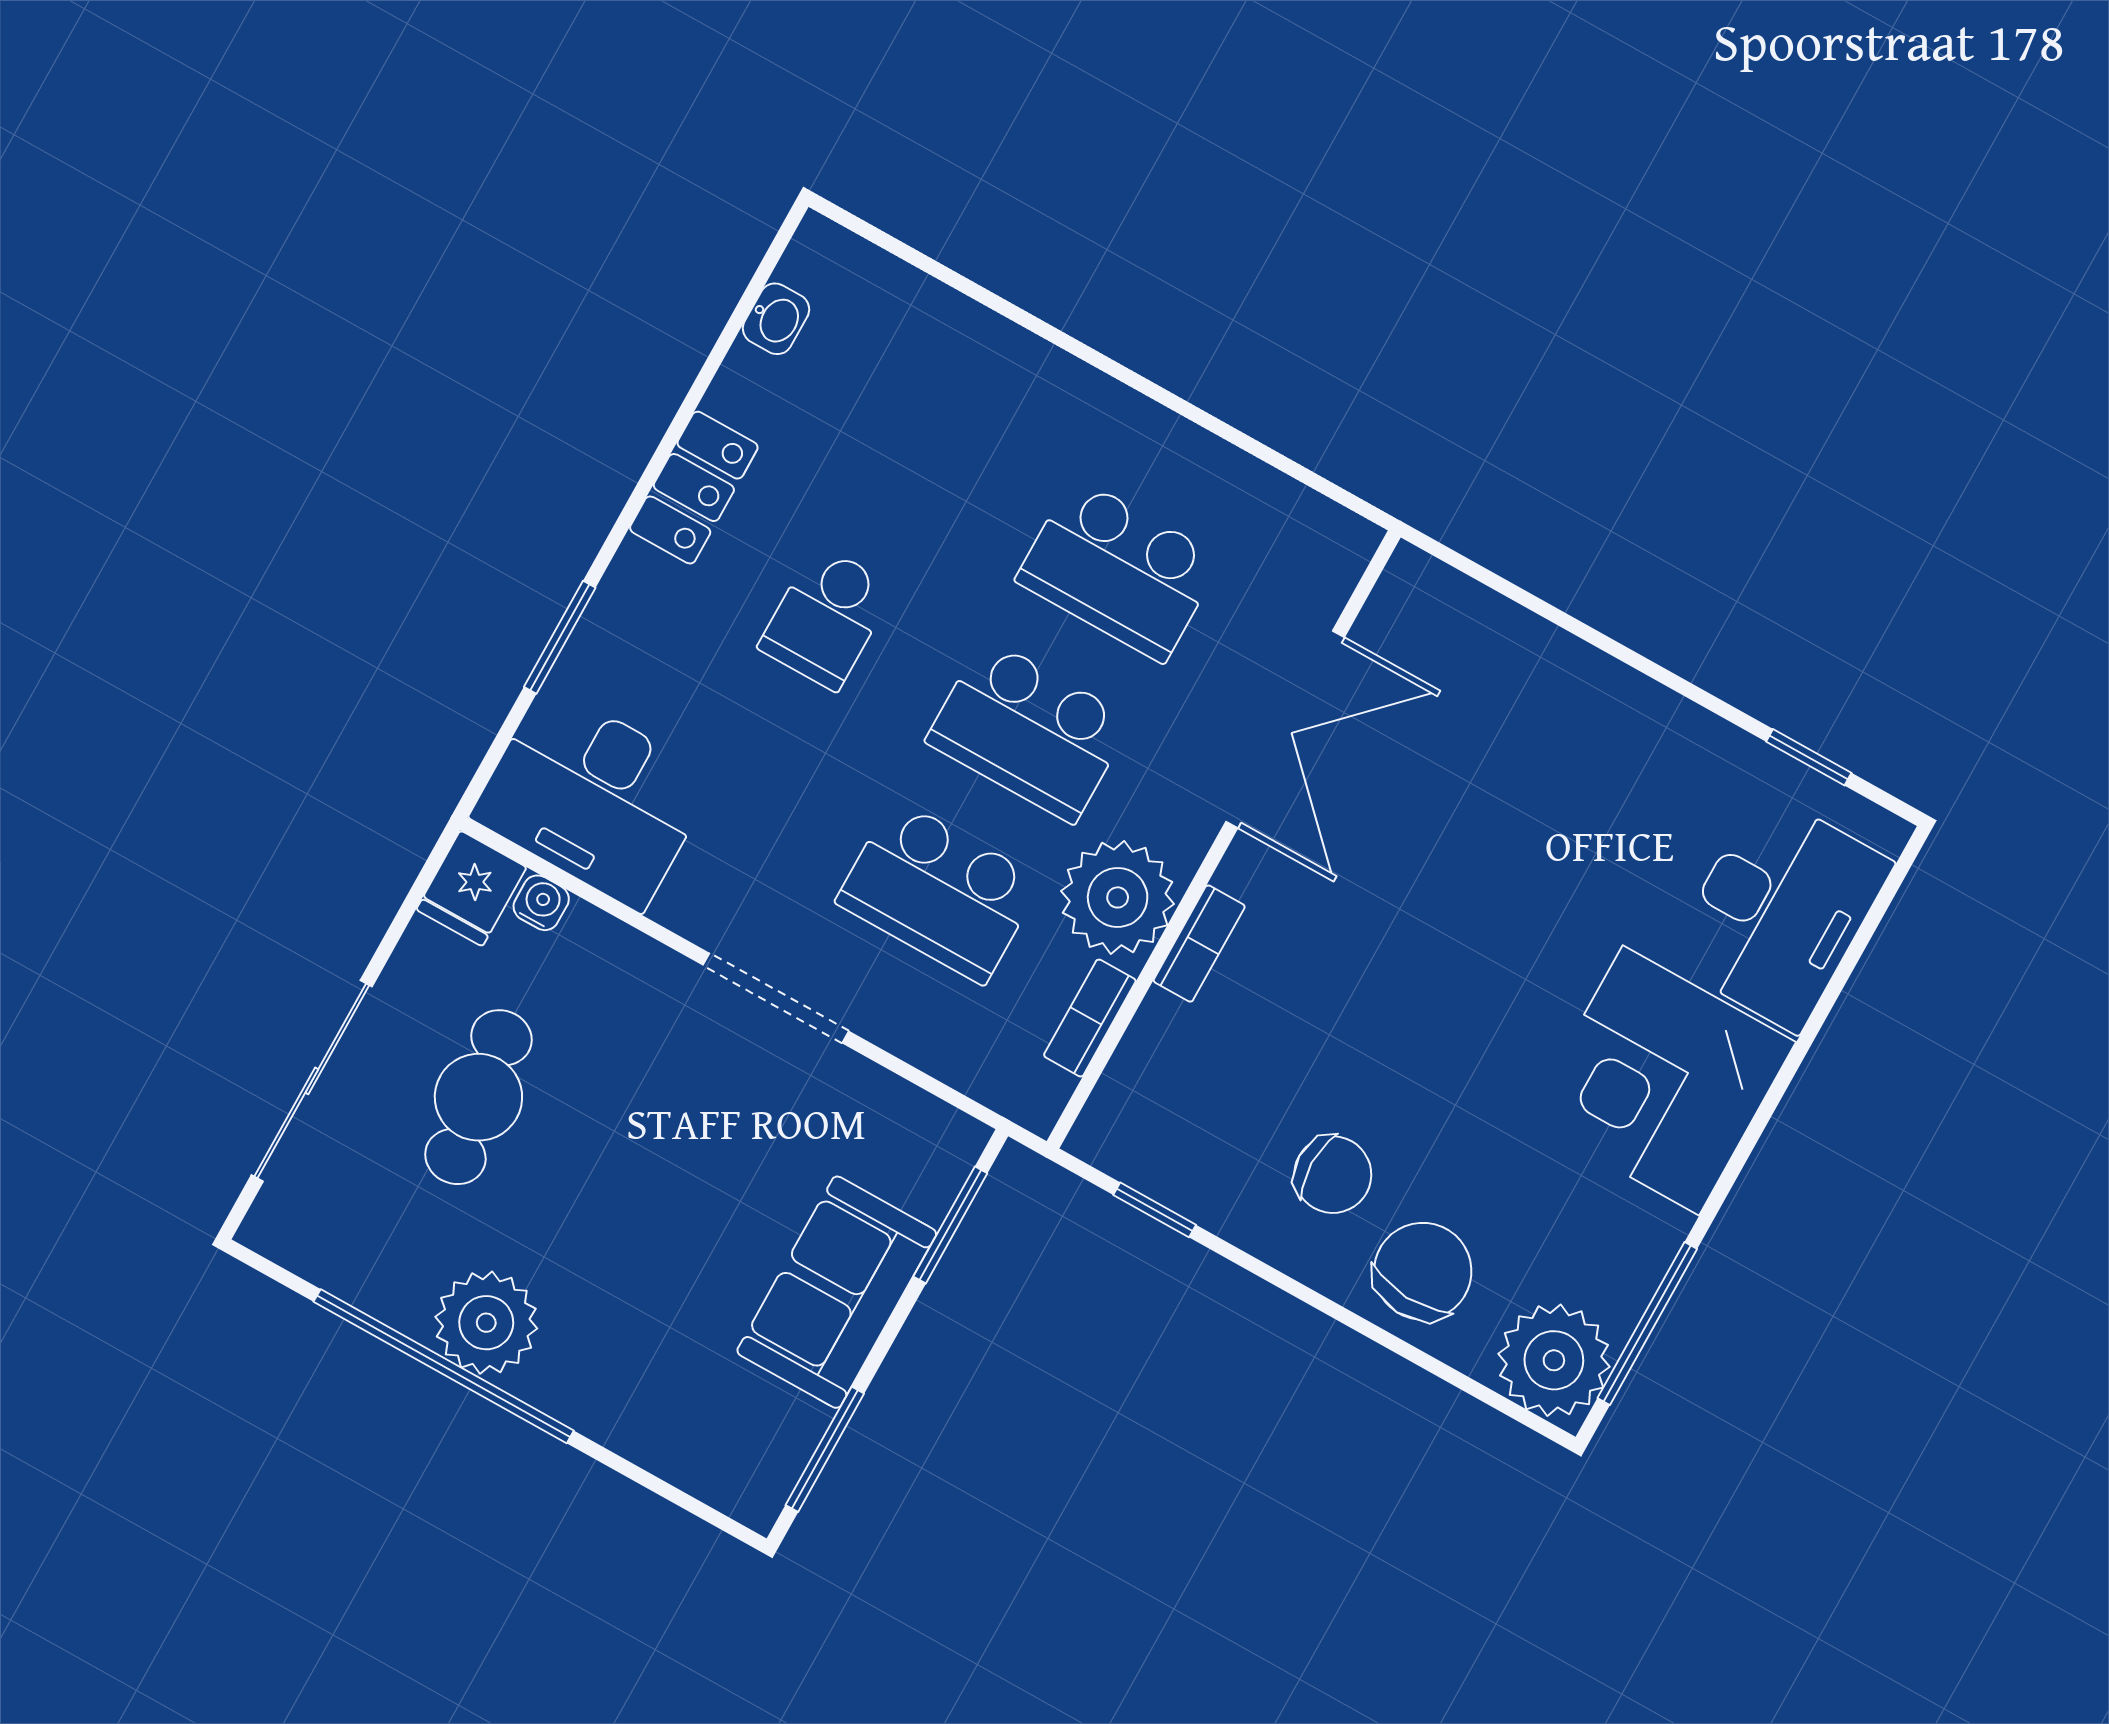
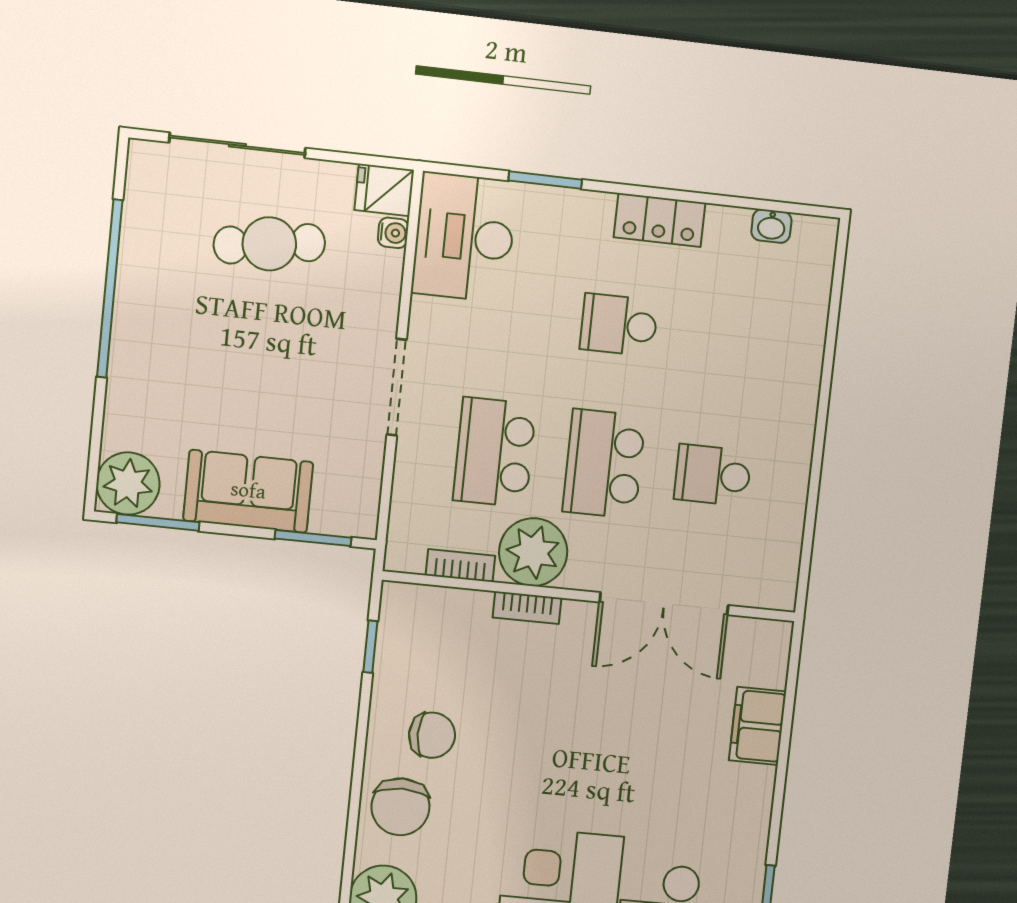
school desk: (1119, 570) -> (713, 475), width x0.54
filing cabinet: (1540, 664) -> (758, 726), added
chair: (1333, 1175) -> (432, 735), turned -90
chair: (1423, 1271) -> (400, 807), turned 87
plant: (486, 1323) -> (128, 484), moved

